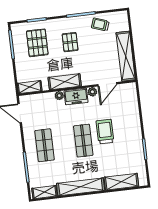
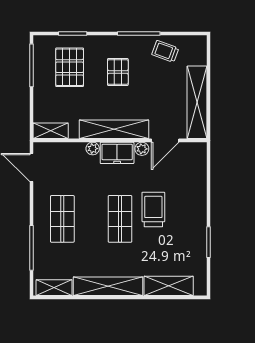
shelving: (65, 82) -> (114, 129), width x1.47

